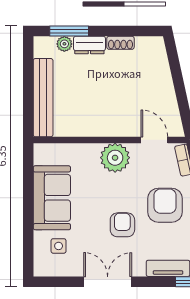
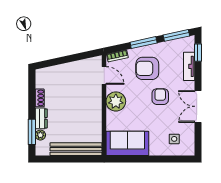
door: (154, 140) -> (104, 75), swing flipped
sofa: (52, 198) -> (127, 143), moved
armchair: (122, 225) -> (160, 97), turned 90

